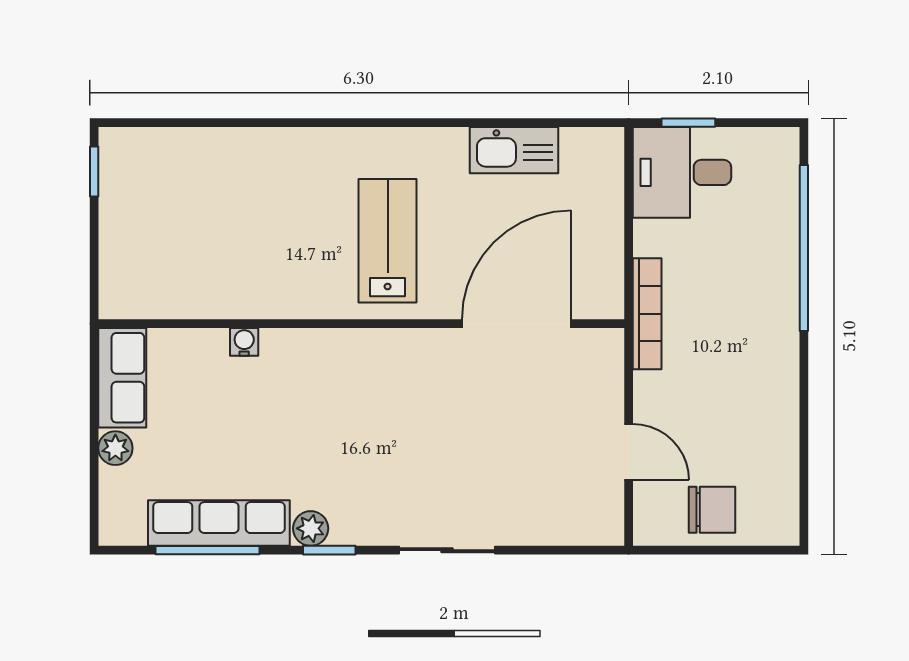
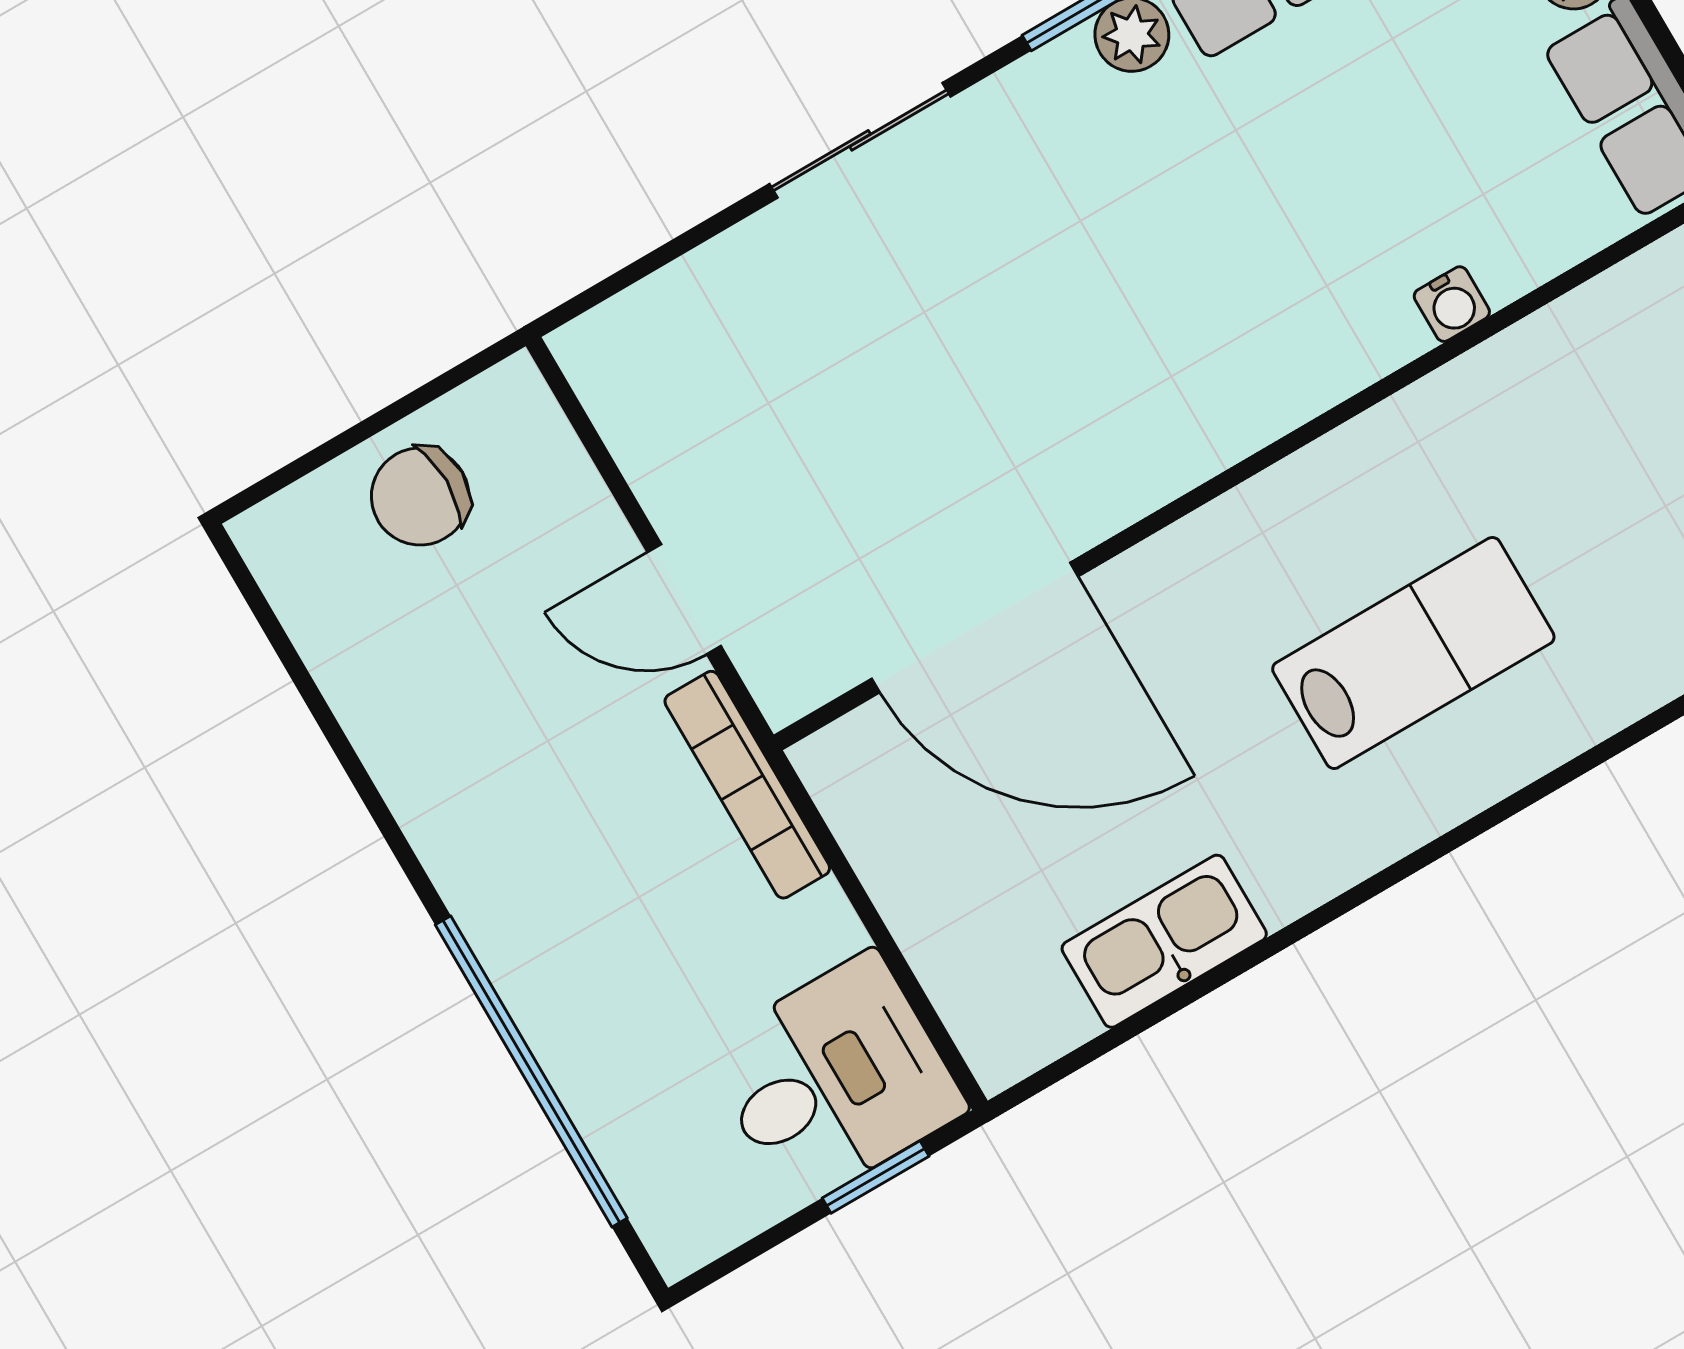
lab bench: (388, 241) -> (1413, 653), moved, turned -90
door: (516, 324) -> (975, 628), hinge flipped
door: (629, 452) -> (684, 599), moved

